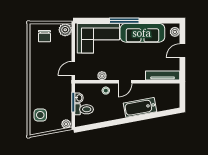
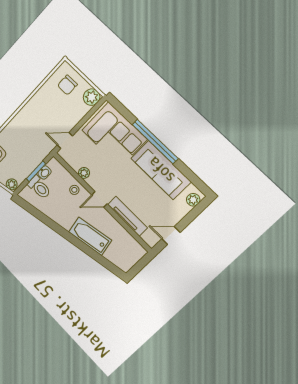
window: (124, 21) -> (155, 141), width x1.46
door: (182, 51) -> (171, 236), moved
tv unit: (163, 75) -> (127, 216), moved

